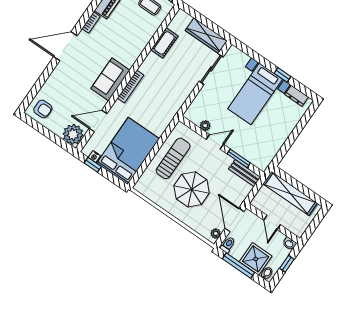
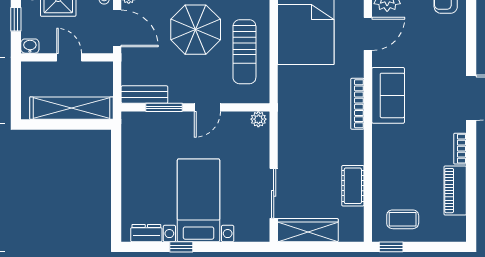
plant: (205, 126) -> (258, 119), moved

